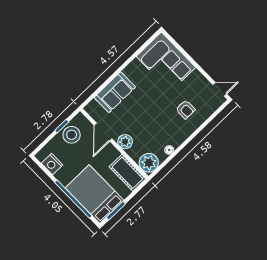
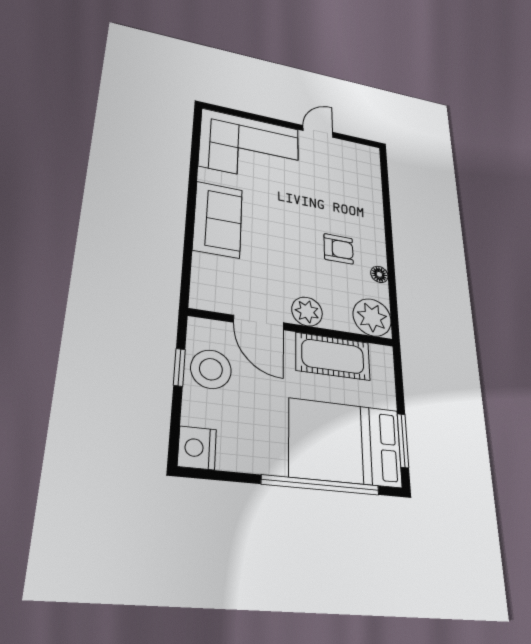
door: (220, 89) -> (318, 131), moved
sofa: (115, 92) -> (218, 219), moved
armchair: (185, 109) -> (339, 249), moved
nightstand: (52, 164) -> (197, 448), moved, turned 90
cot: (127, 173) -> (333, 356), moved

